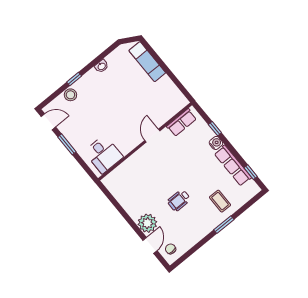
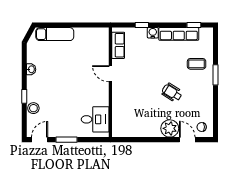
wheelchair: (179, 200) -> (172, 93), turned 122

